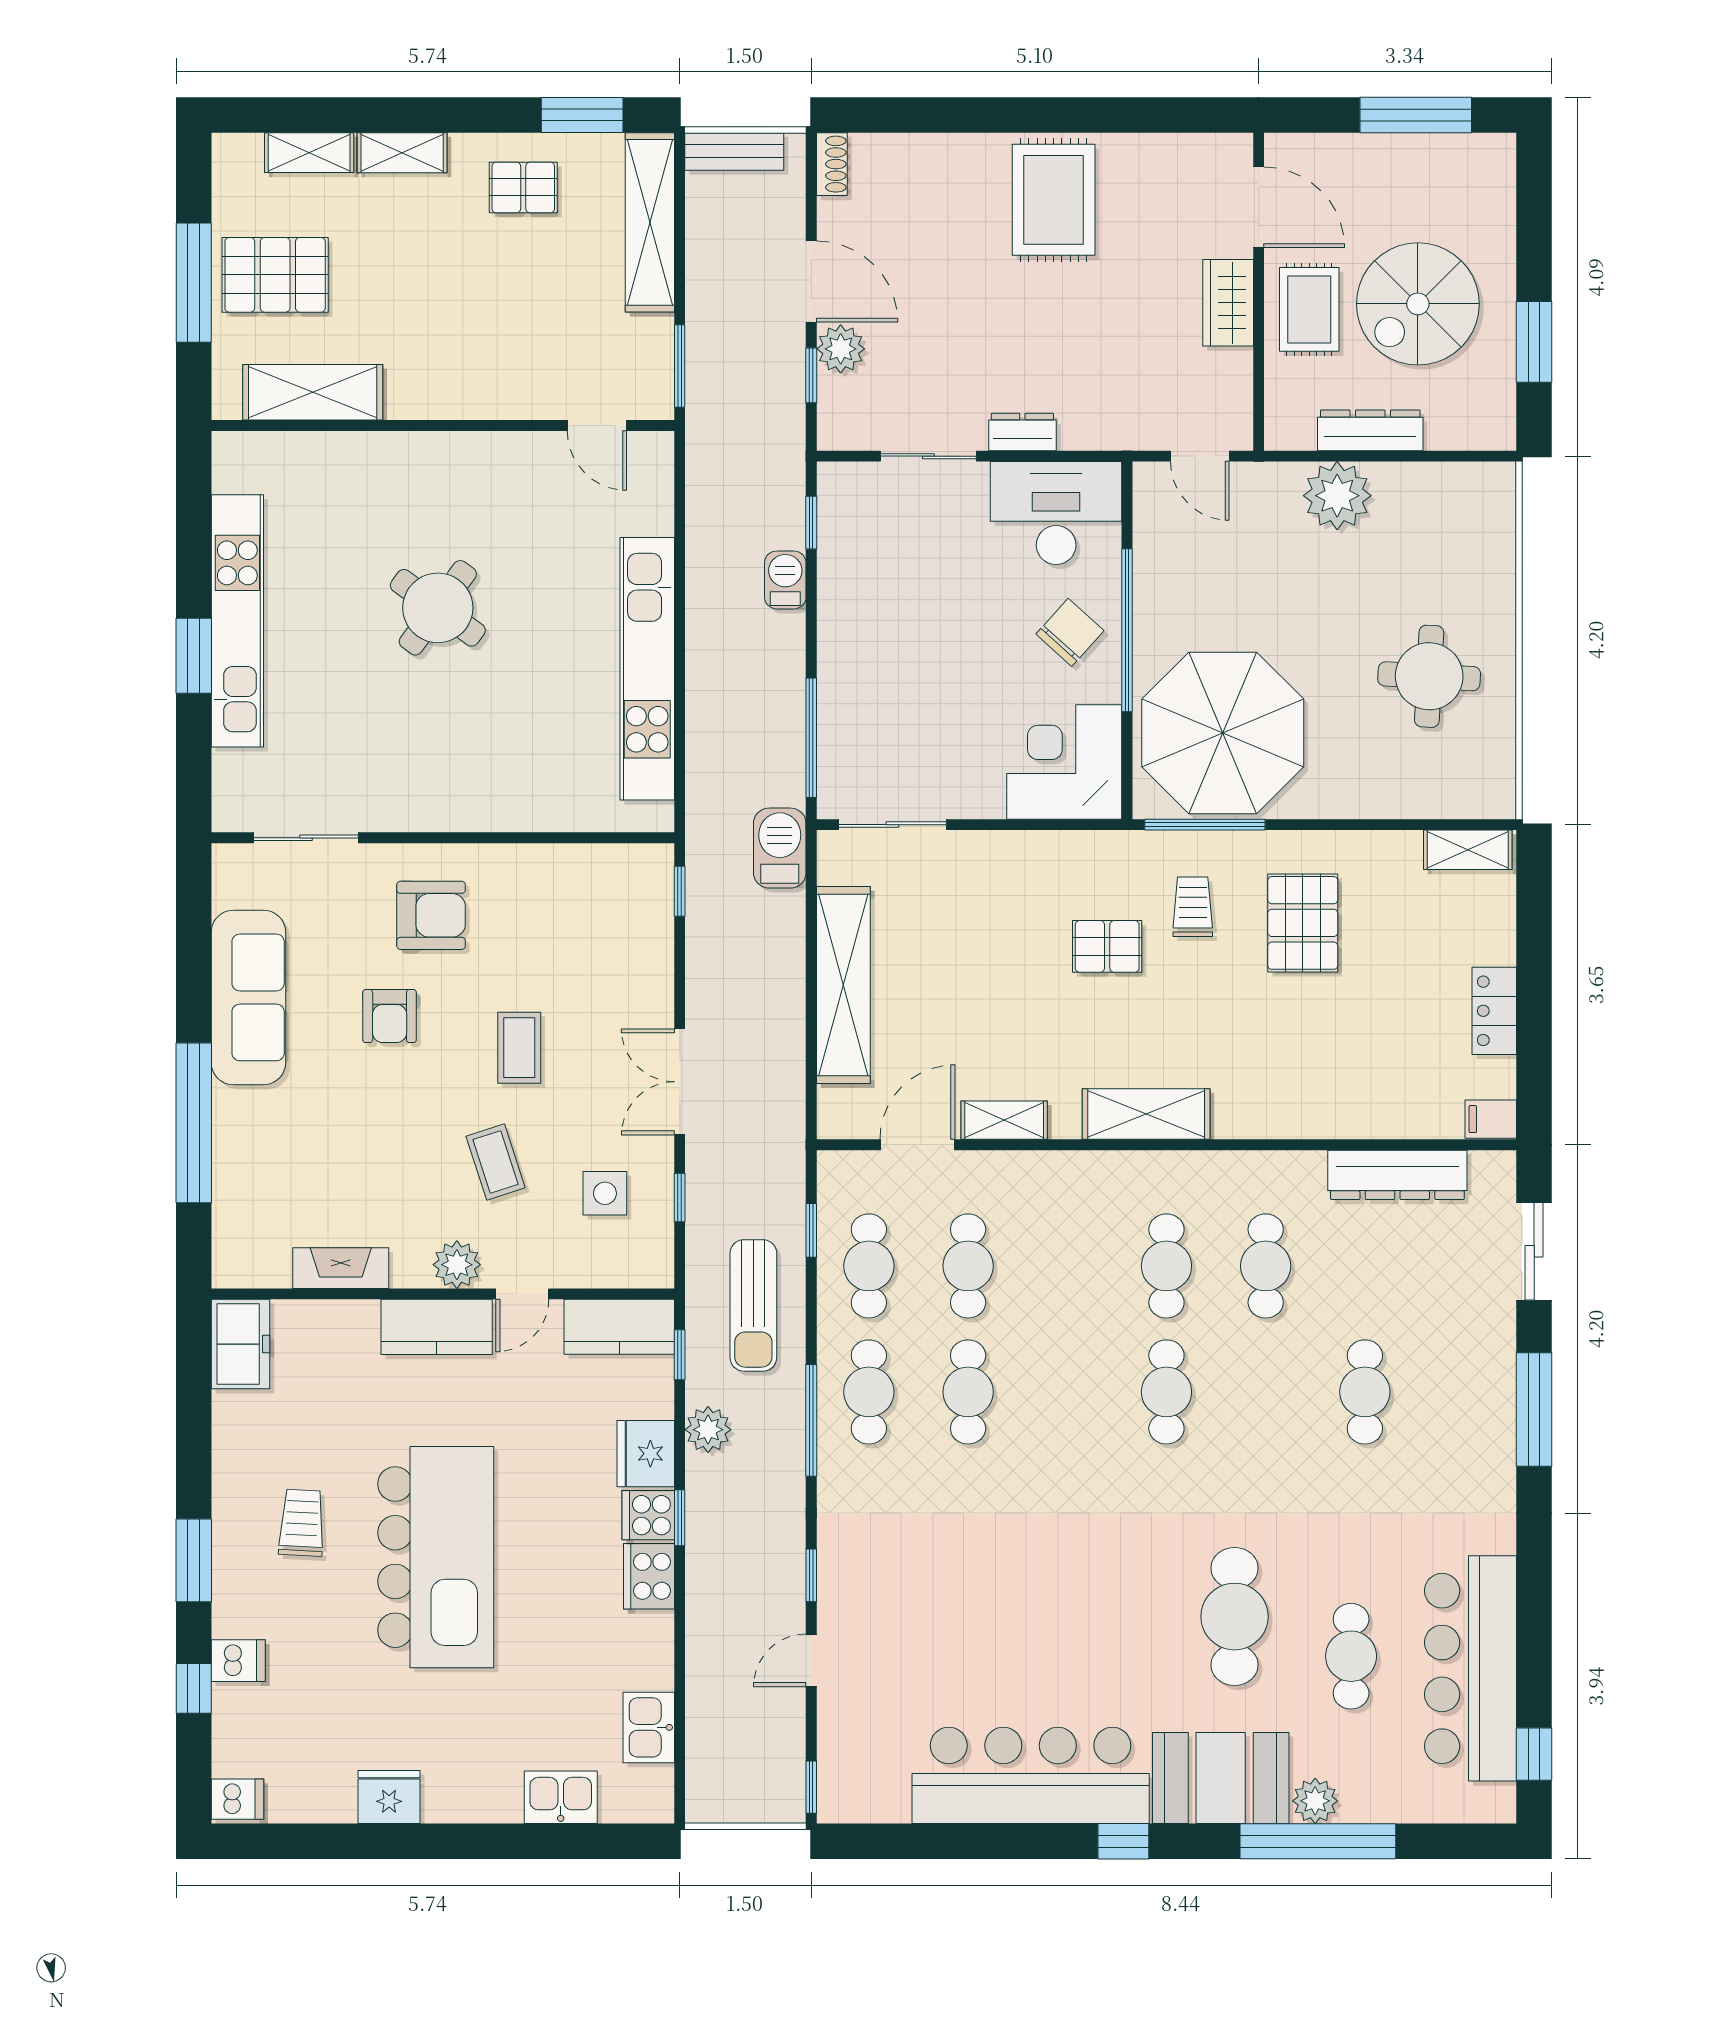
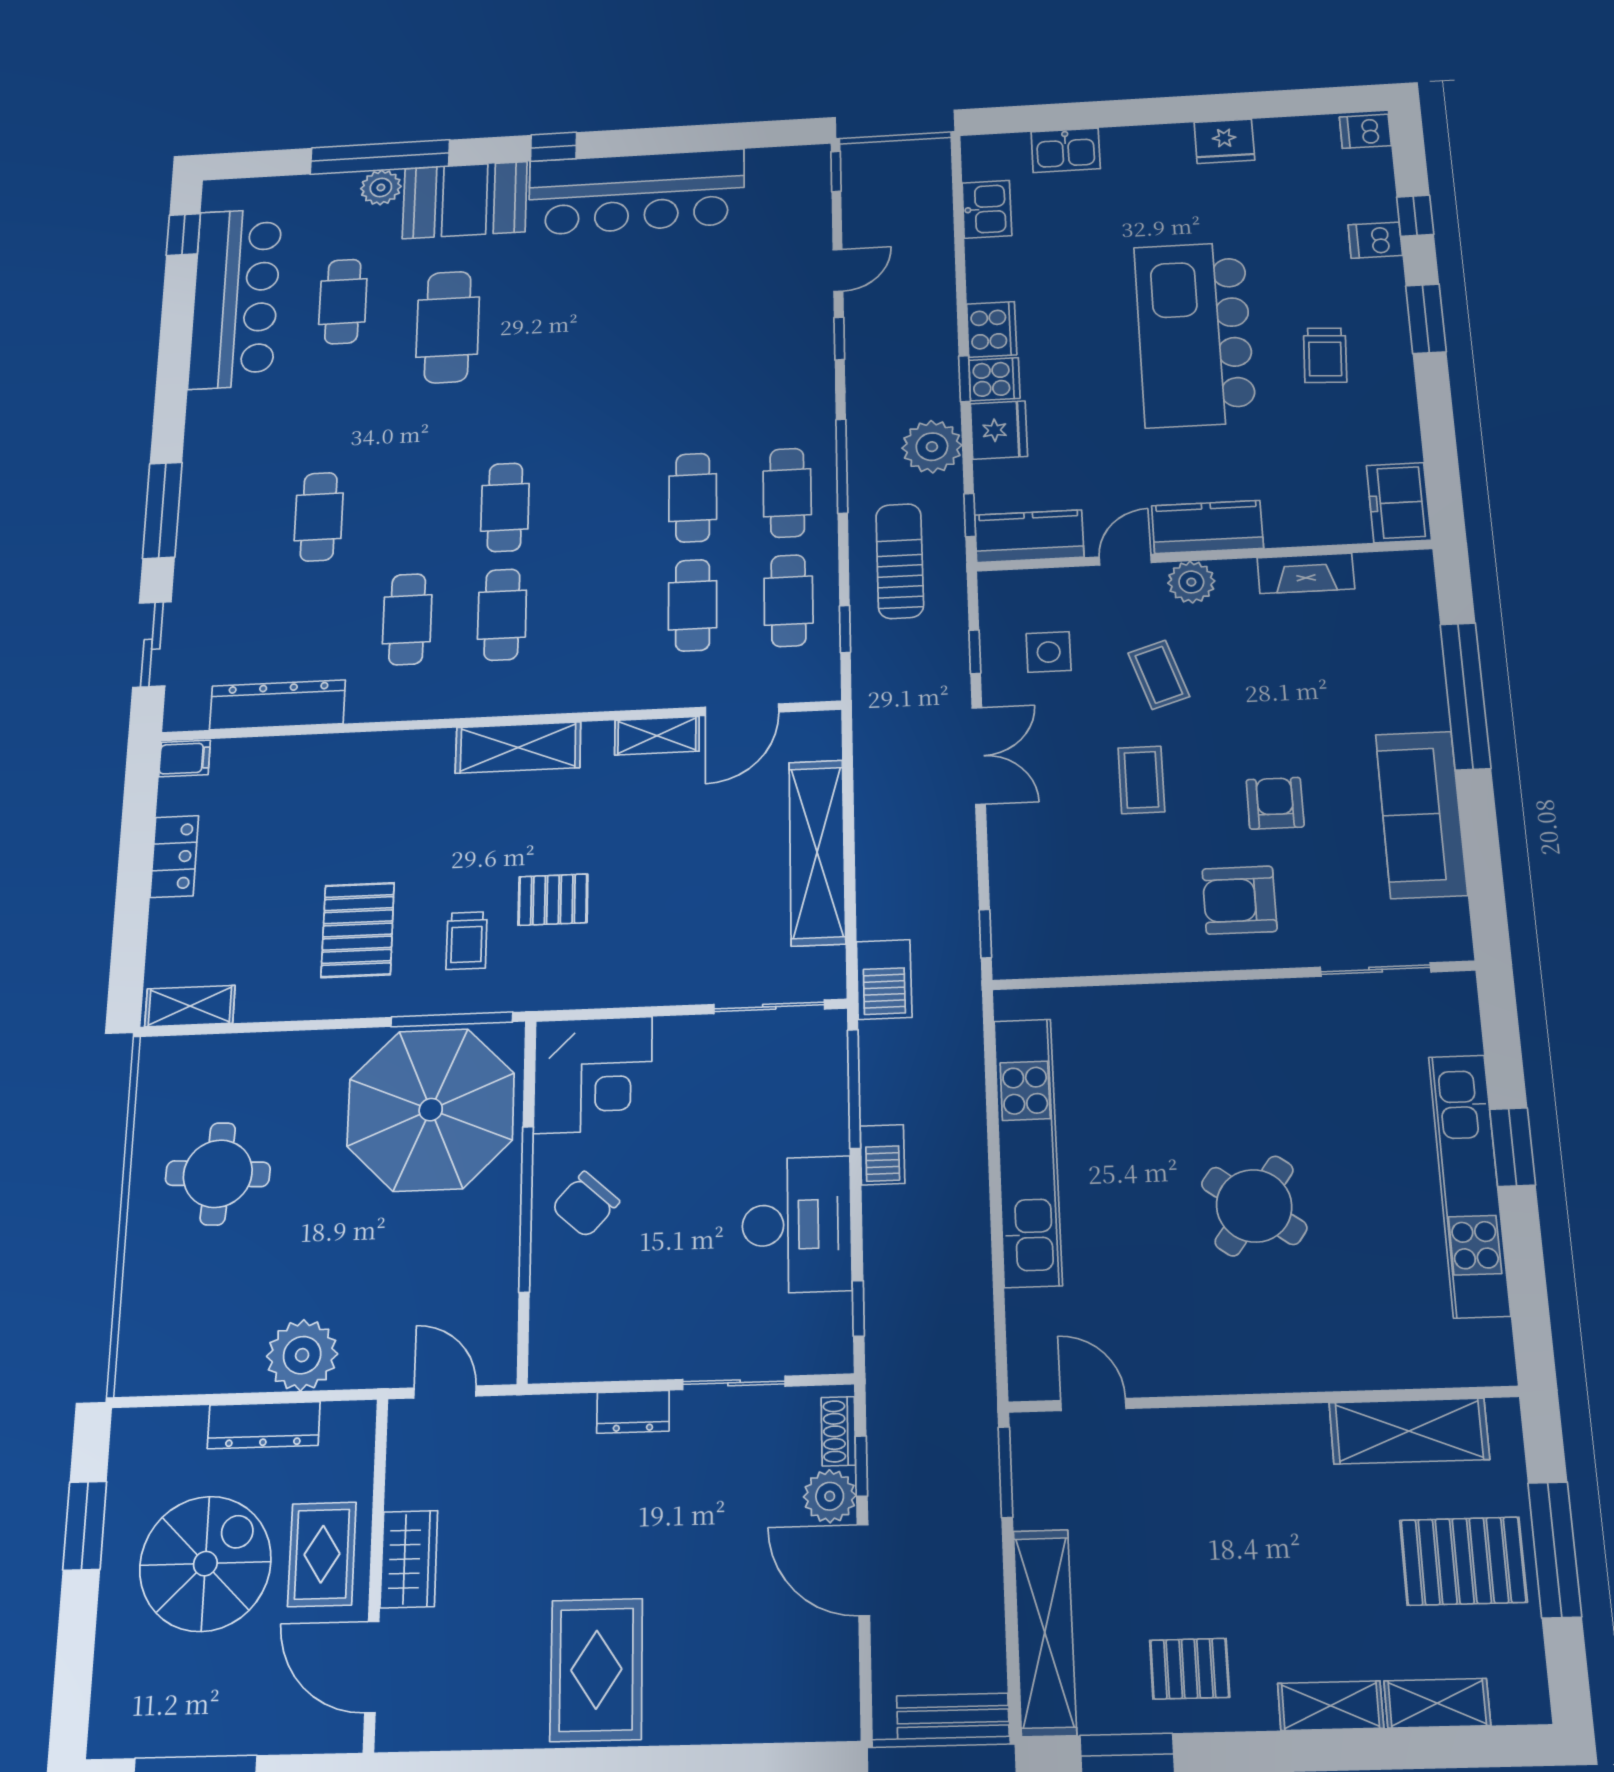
shoe rack: (832, 164) -> (838, 1431), moved
desk: (1056, 513) -> (797, 1225), moved, turned -90
barbecue: (785, 580) -> (882, 1155), moved
plant: (708, 1430) -> (932, 447), width x1.36, depth x1.36

